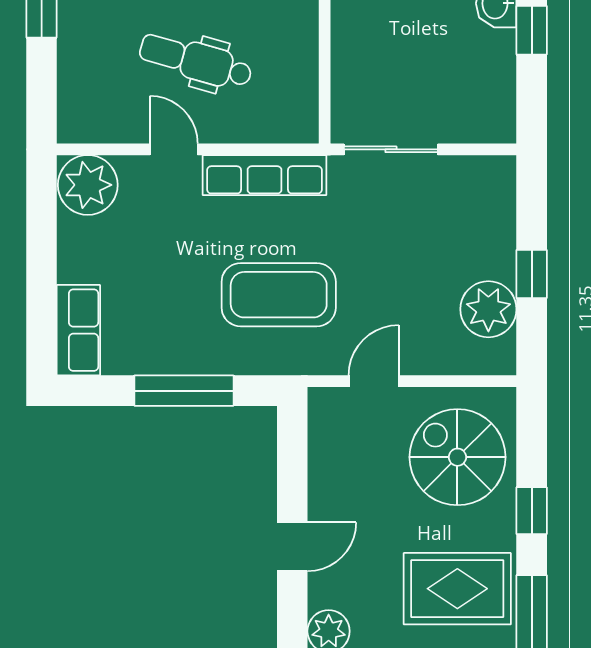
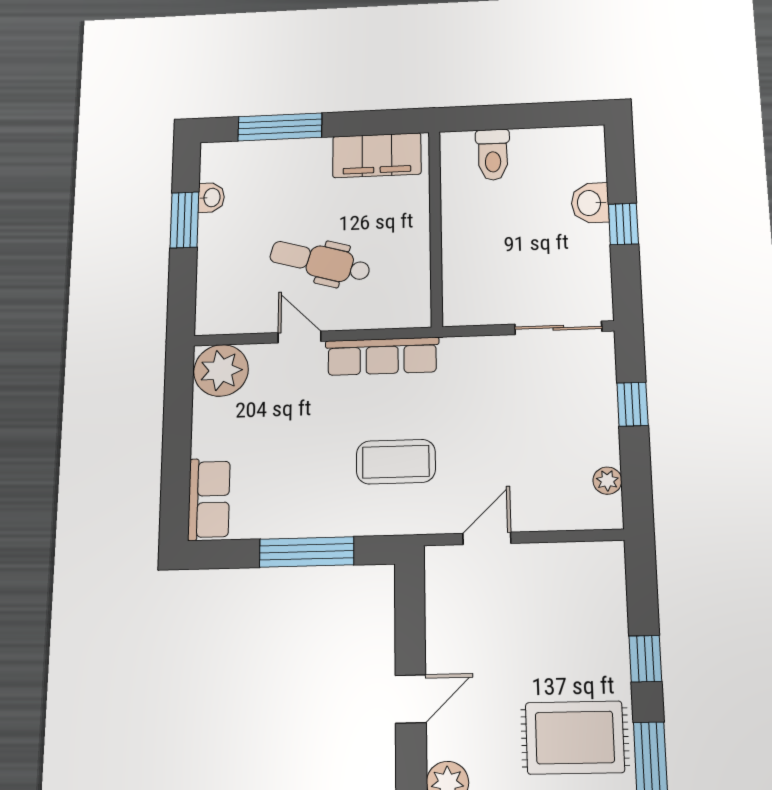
sliding door: (391, 149) -> (558, 328), moved
window: (532, 274) -> (632, 404), moved
coffee table: (279, 295) -> (396, 462), width x0.73, depth x0.76
plant: (488, 309) -> (607, 481), width x0.53, depth x0.53
spiral stairs: (457, 457) -> (570, 608), removed

